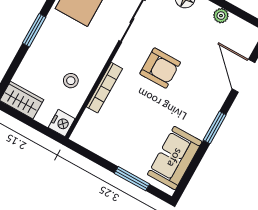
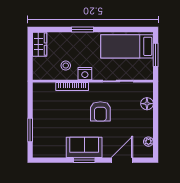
plant: (221, 16) -> (148, 142), moved
nightstand: (62, 123) -> (85, 74), moved
sofa: (175, 158) -> (84, 147), moved

